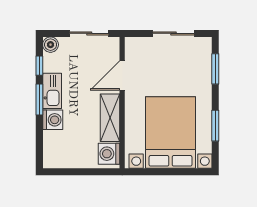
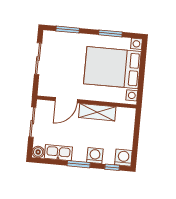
window: (39, 66) -> (112, 167), moved
door: (122, 75) -> (66, 100), hinge flipped
kitchen sink: (52, 91) -> (58, 153), moved
washing machine: (109, 154) -> (123, 158), moved, turned 180

